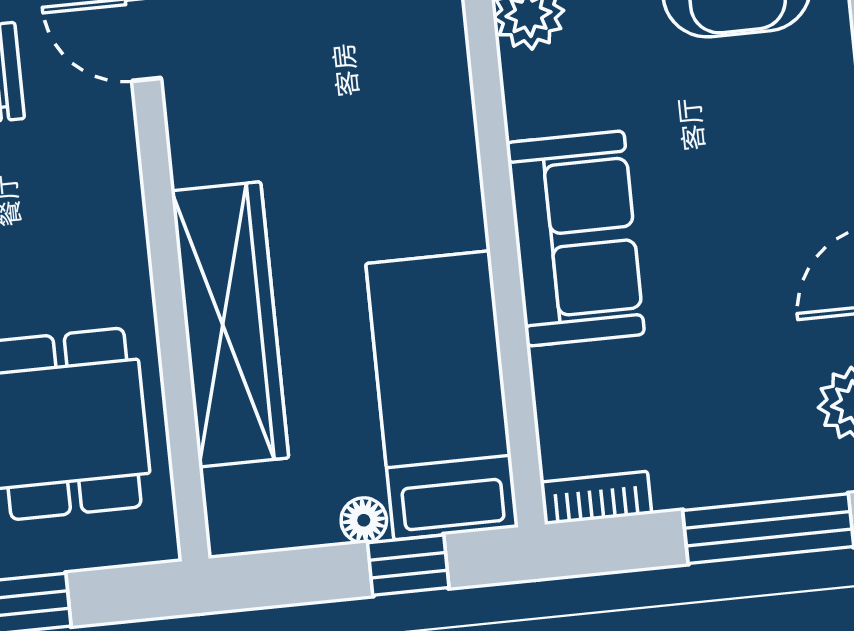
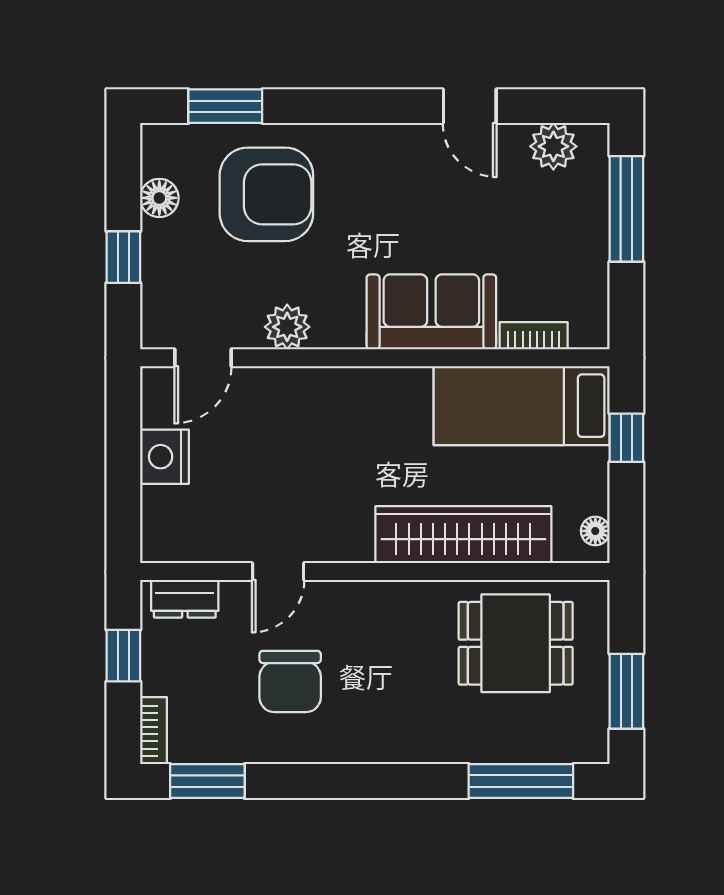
bookcase: (596, 498) -> (534, 336), moved, turned 90
floor lamp: (364, 520) -> (595, 531), moved

